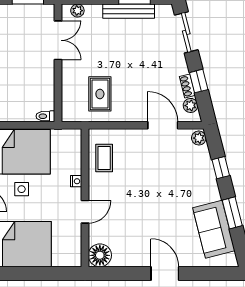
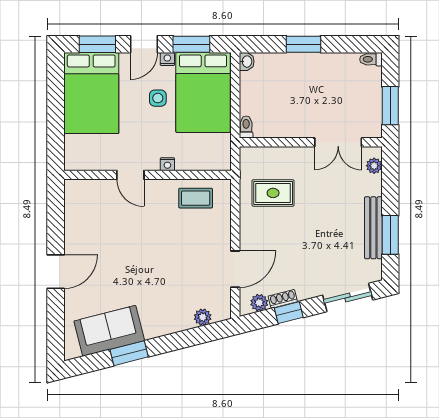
plant: (199, 138) -> (203, 317), moved
window: (221, 168) -> (184, 339), removed
floor lamp: (100, 255) -> (78, 193), removed

